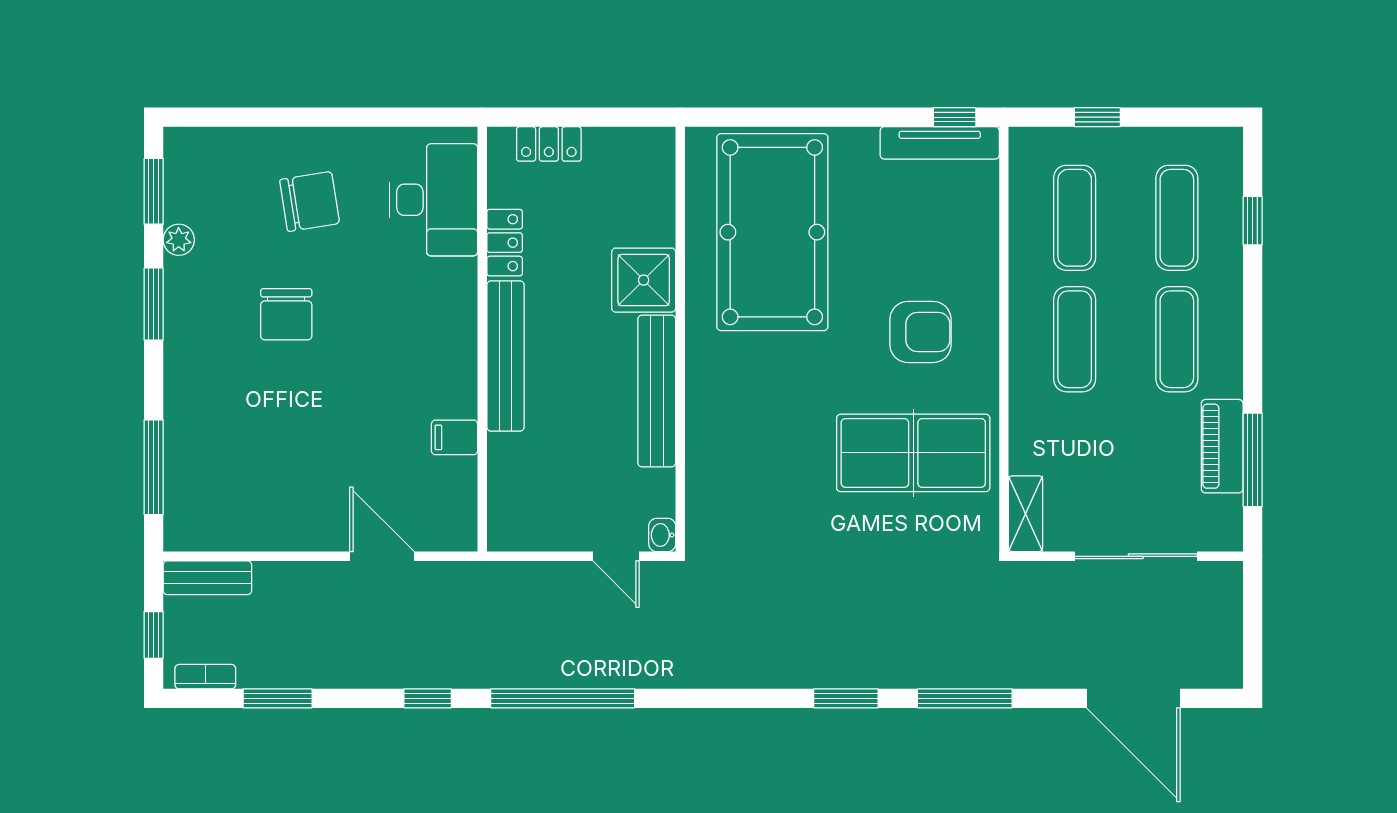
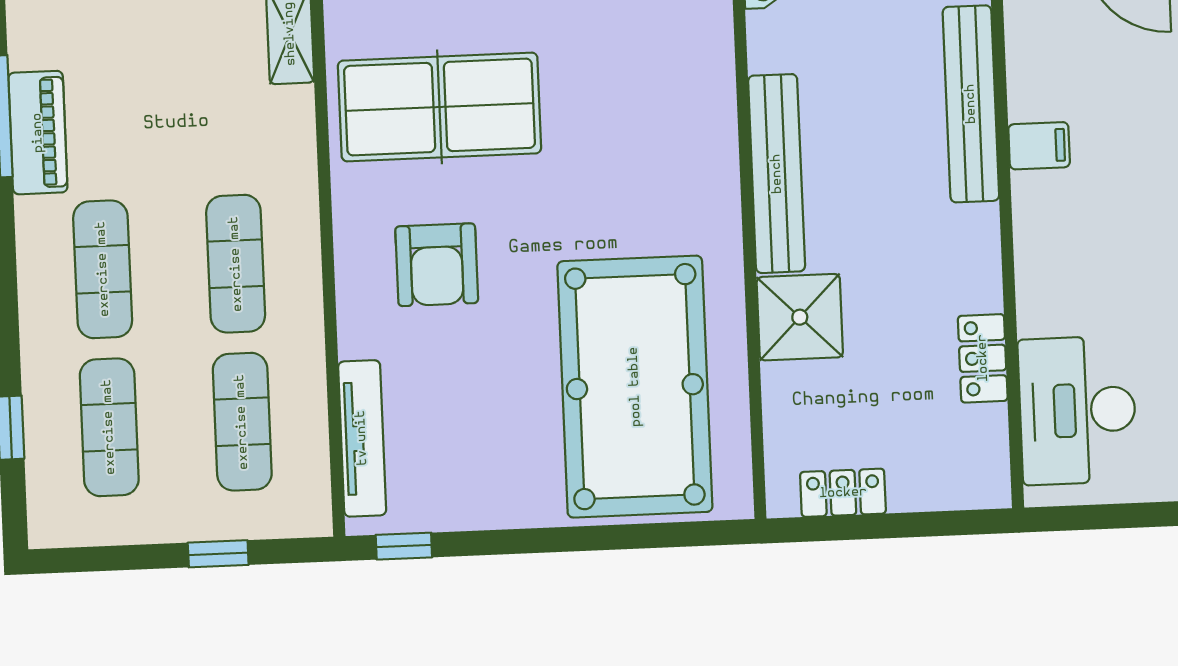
tv unit: (940, 143) -> (362, 438), moved, turned 90
locker: (549, 144) -> (843, 493), moved
armchair: (920, 332) -> (437, 265), turned -90
bench: (505, 356) -> (971, 104), moved
filing cabinet: (455, 437) -> (1039, 146), moved

